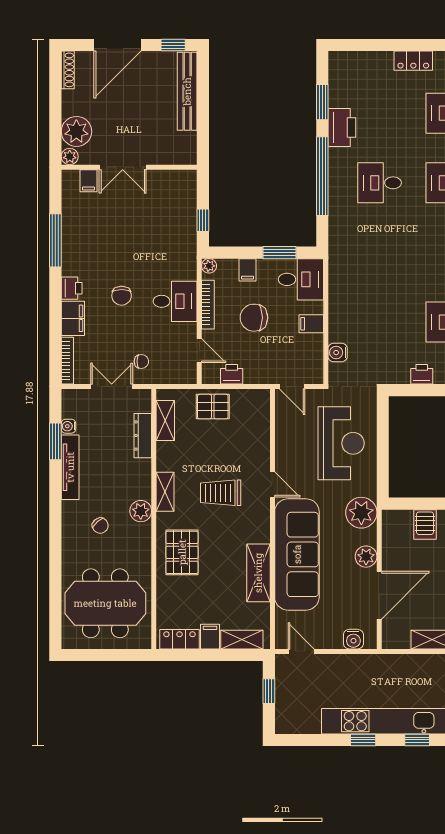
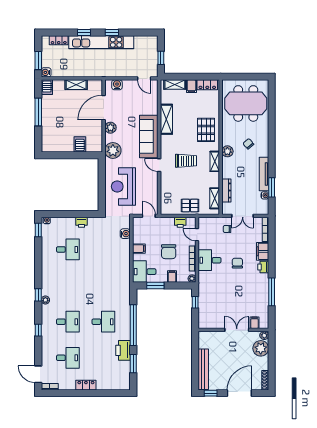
chair: (254, 318) -> (169, 252), turned 90
sofa: (297, 554) -> (149, 136), width x0.74, depth x0.79

